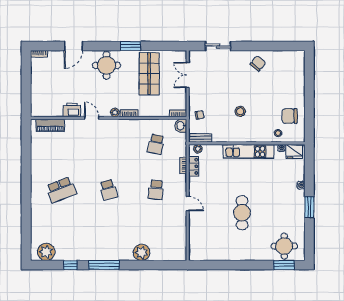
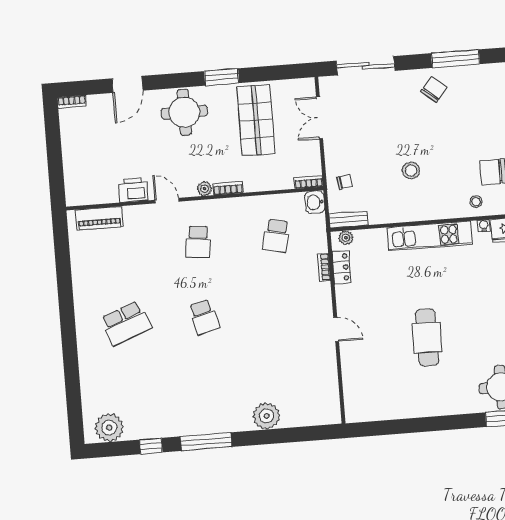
sliding door: (218, 46) -> (366, 66), width x1.37
window: (272, 46) -> (456, 59), added
school desk: (156, 190) -> (198, 242), moved

